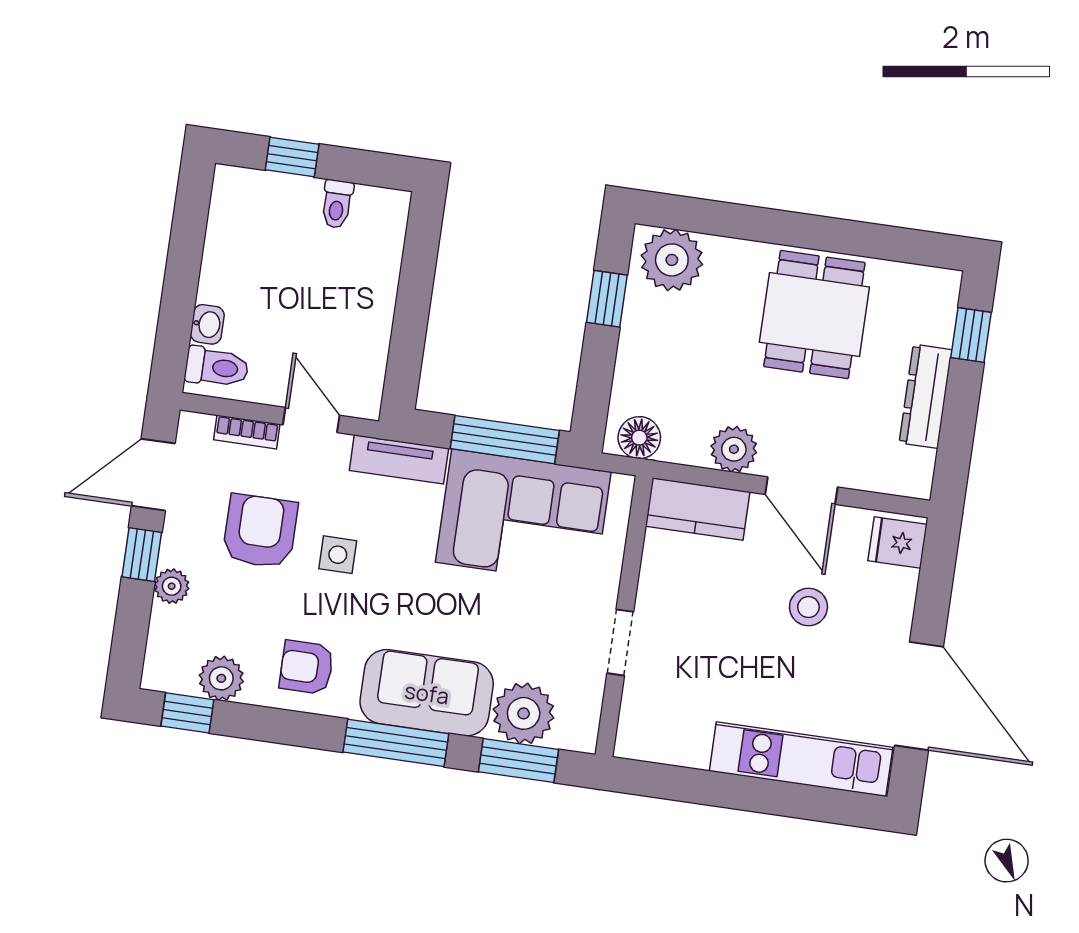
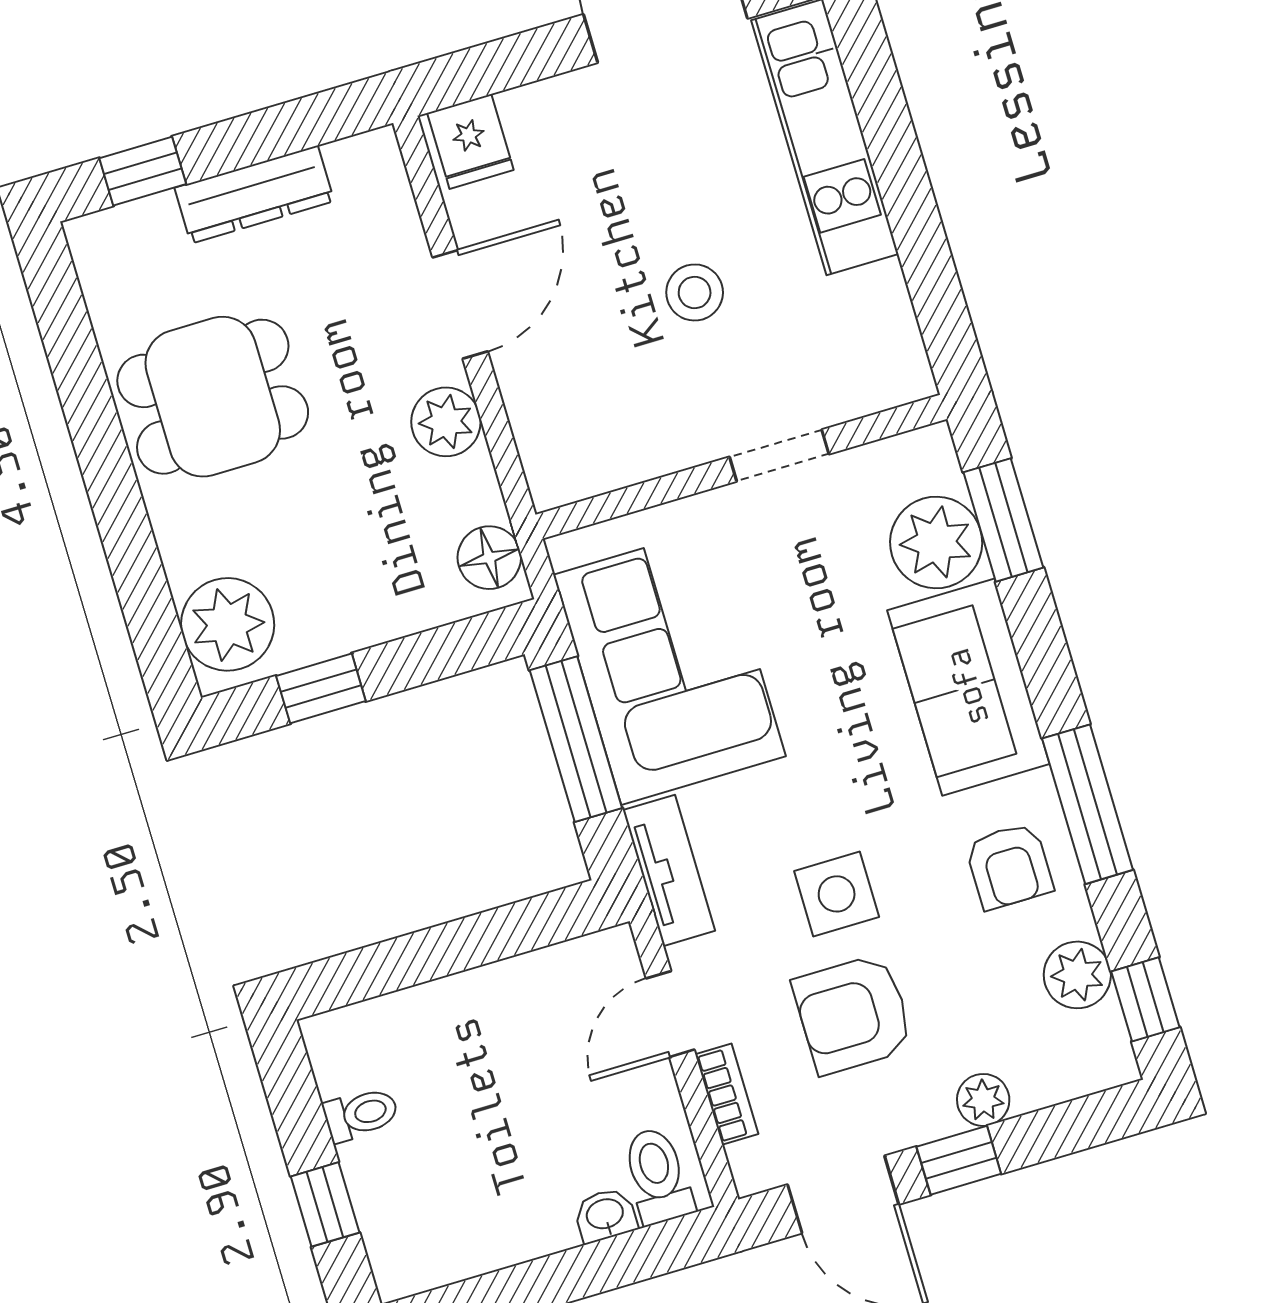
kitchen counter: (698, 509) -> (550, 434), removed
side table: (338, 555) -> (837, 894), width x1.37, depth x1.37
stool: (808, 607) -> (695, 292), moved
window: (396, 743) -> (1088, 804), moved

